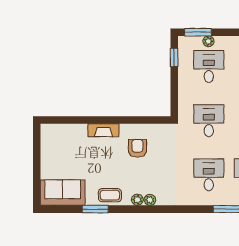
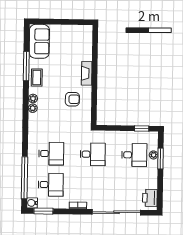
window: (198, 32) -> (161, 159), moved
window: (95, 209) -> (26, 66), width x1.44

